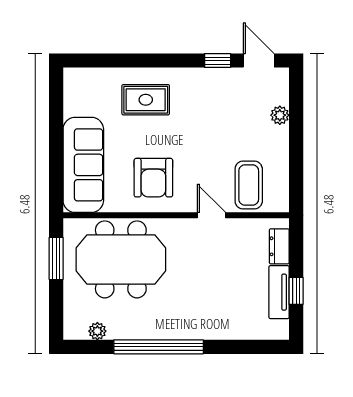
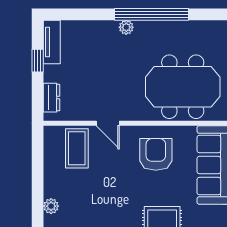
tv unit: (279, 292) -> (52, 42), moved
plant: (97, 331) -> (126, 27), moved

